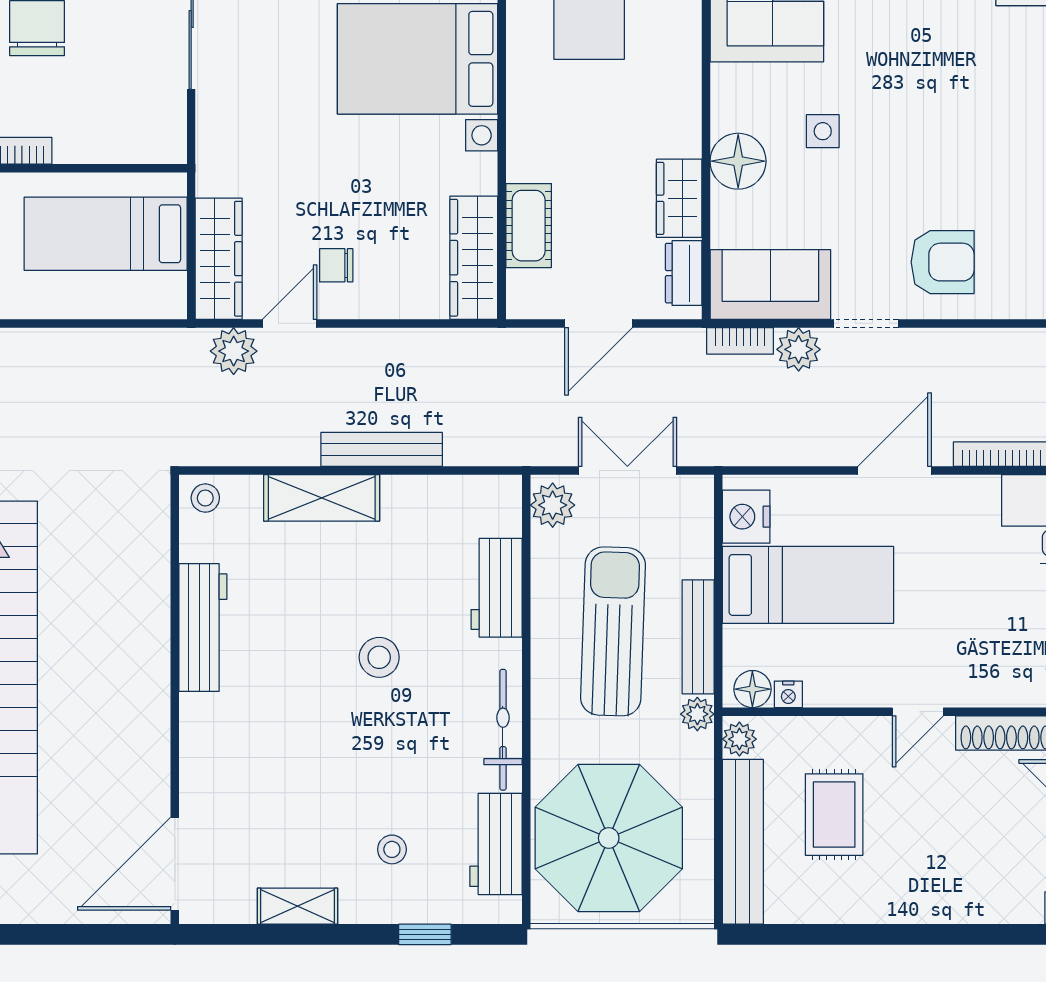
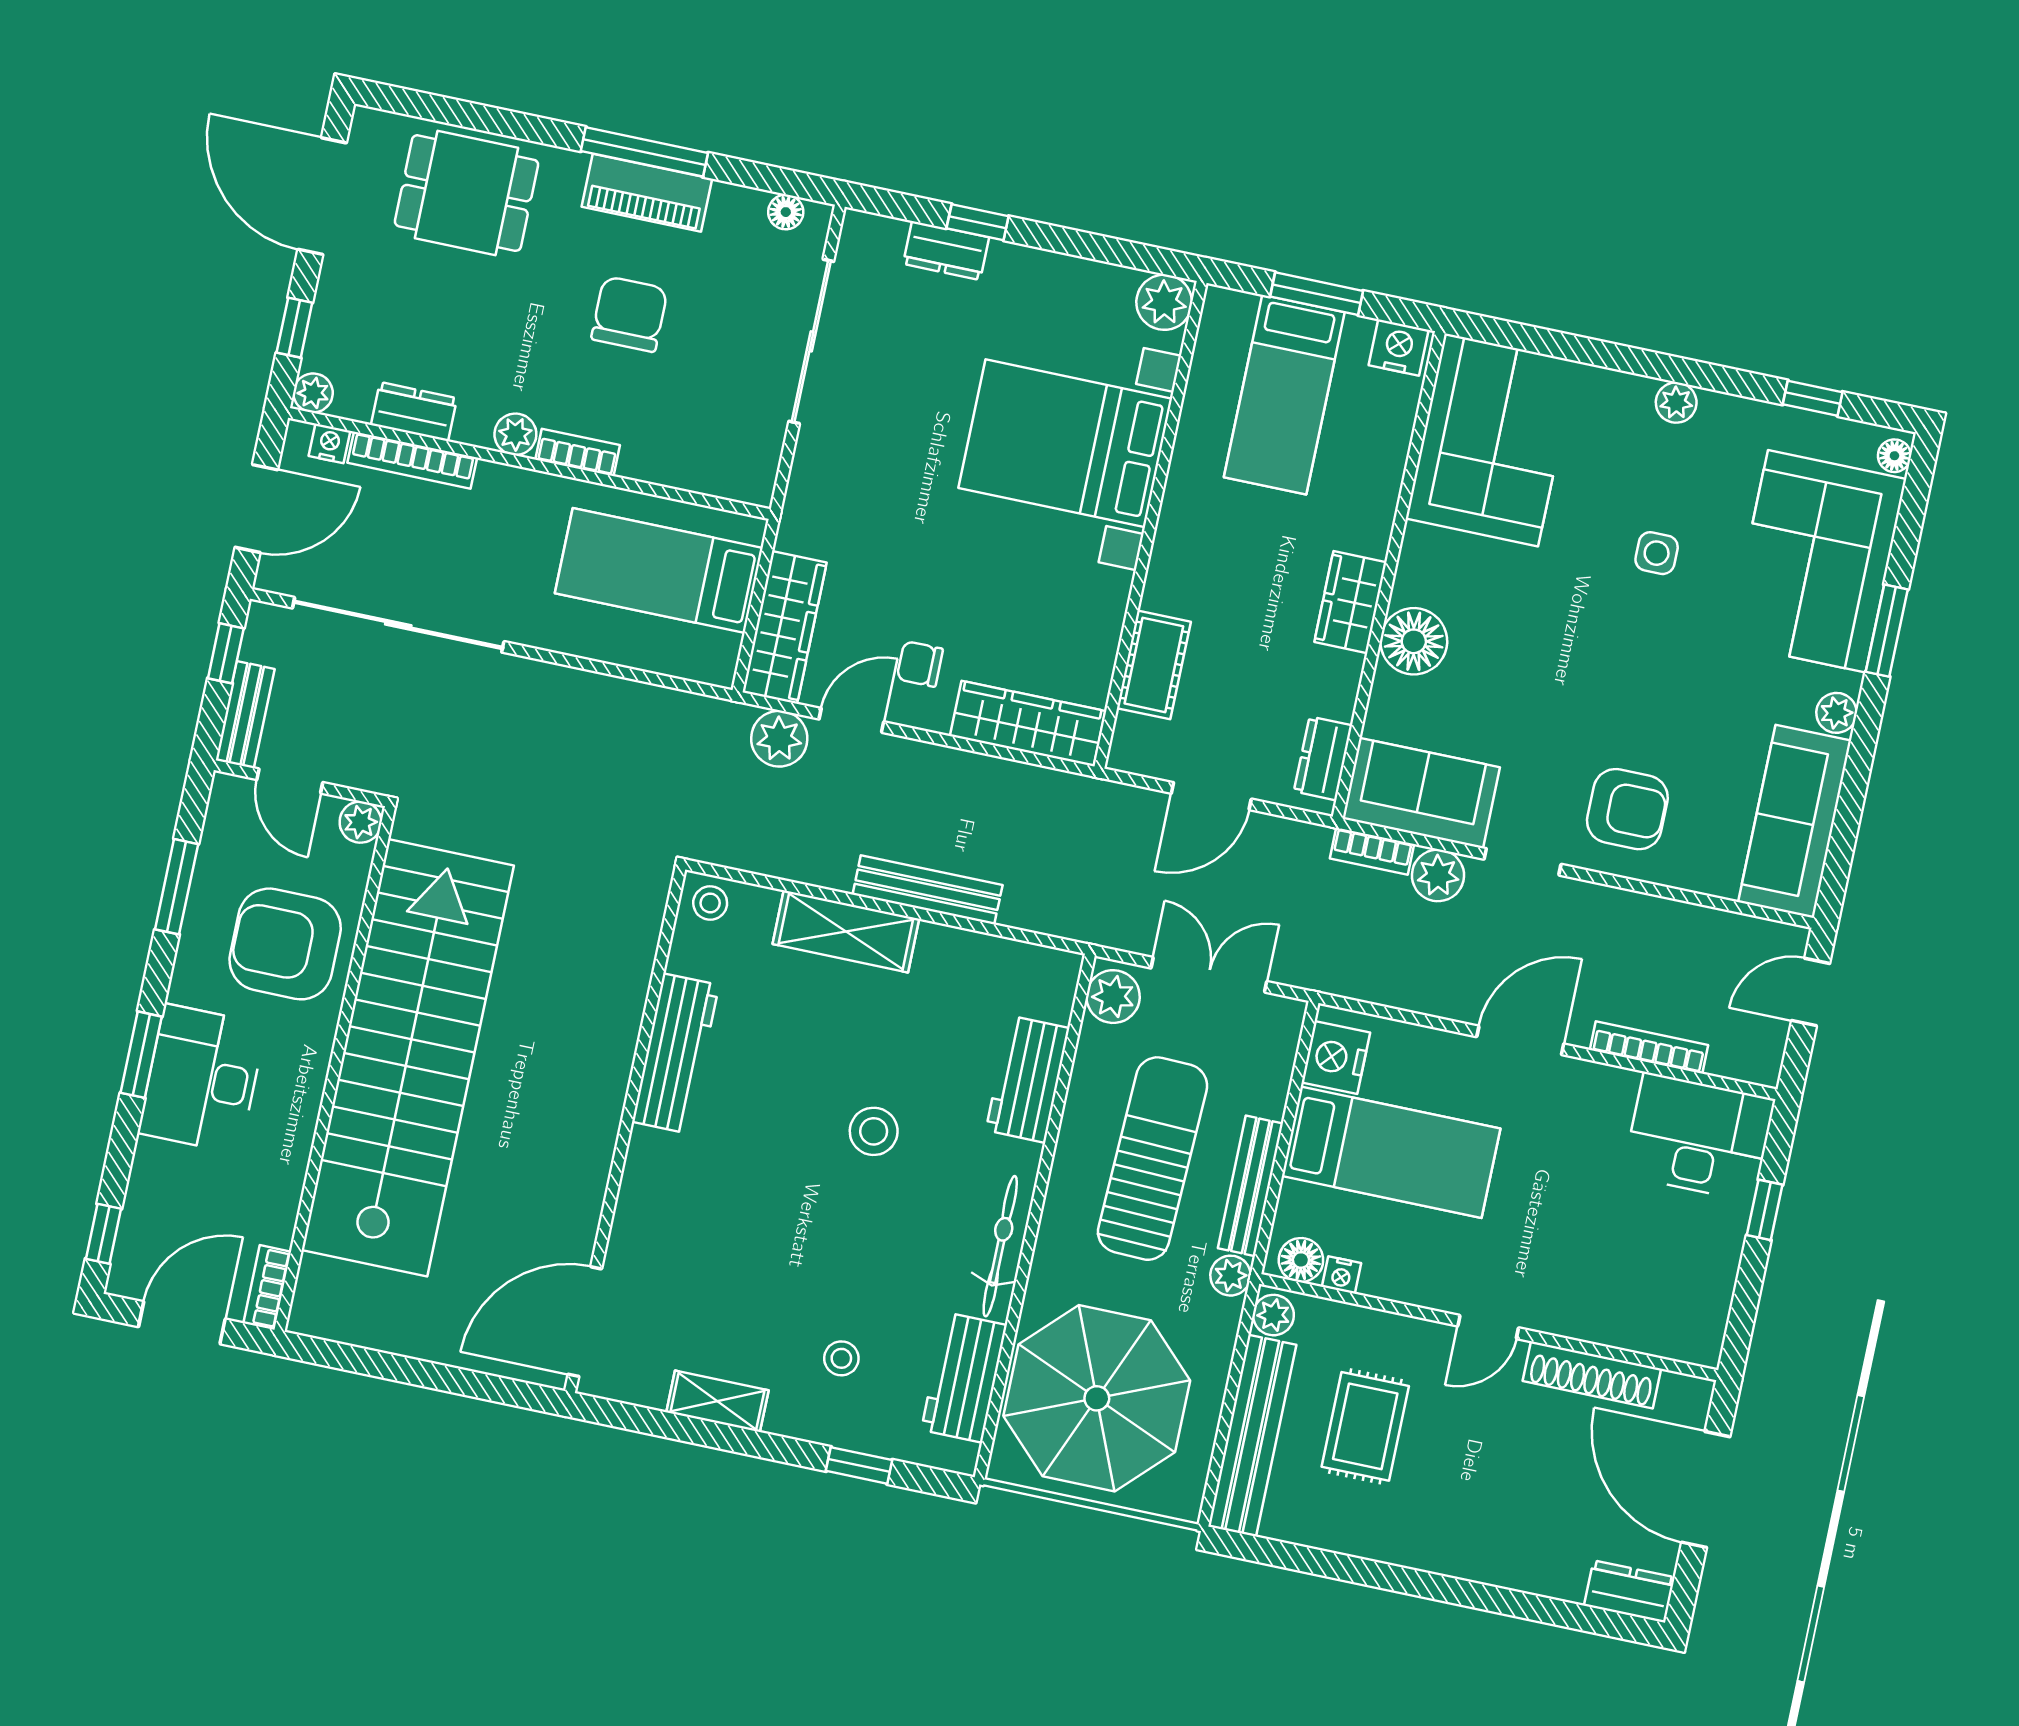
side table: (823, 131) -> (1657, 553), moved
wardrobe: (679, 198) -> (1350, 602), moved
wardrobe: (474, 258) -> (1028, 723), moved, turned 90

